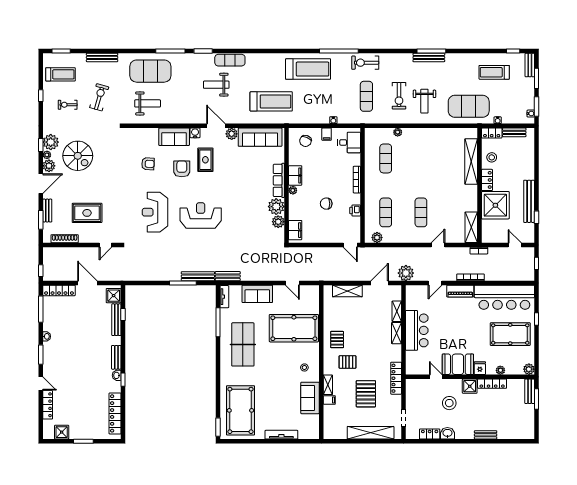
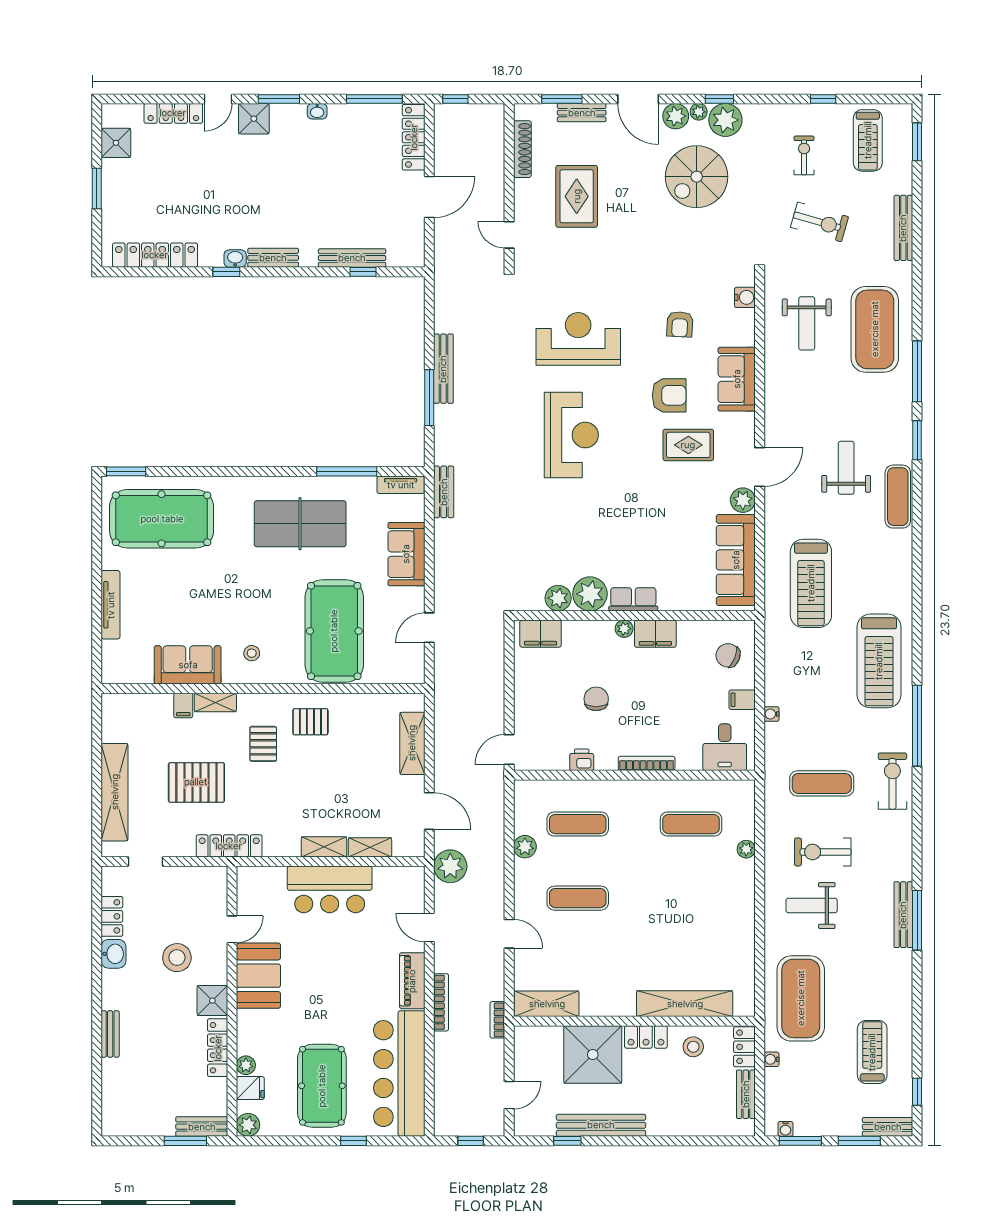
water cooler: (195, 133) -> (745, 297), moved
row of seats: (279, 180) -> (633, 599), width x0.68
plant: (377, 238) -> (525, 847), moved
bench: (198, 276) -> (443, 369), moved
shower: (114, 296) -> (254, 119), moved
fridge: (480, 368) -> (250, 1088), moved

